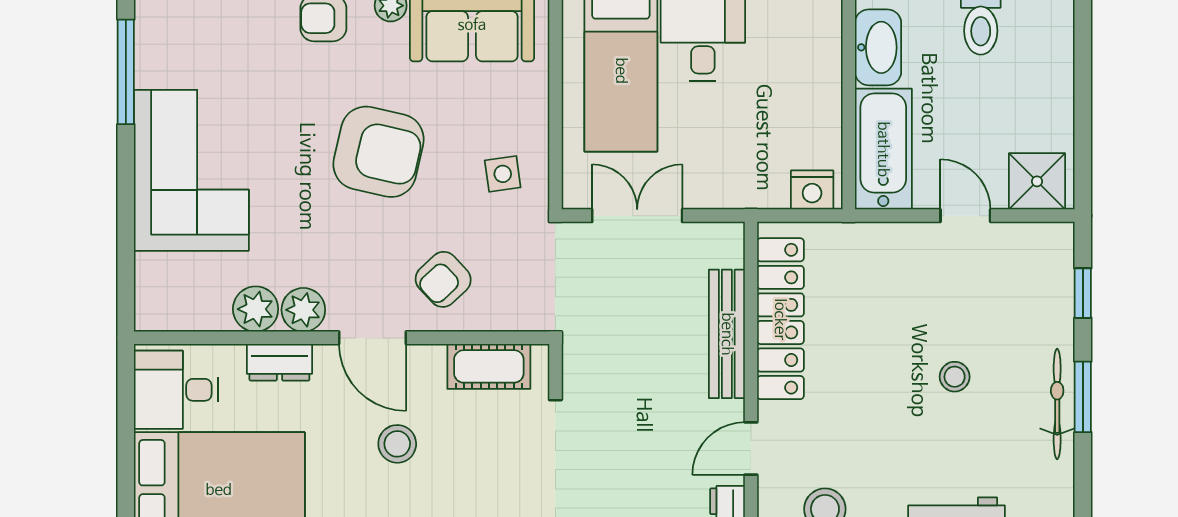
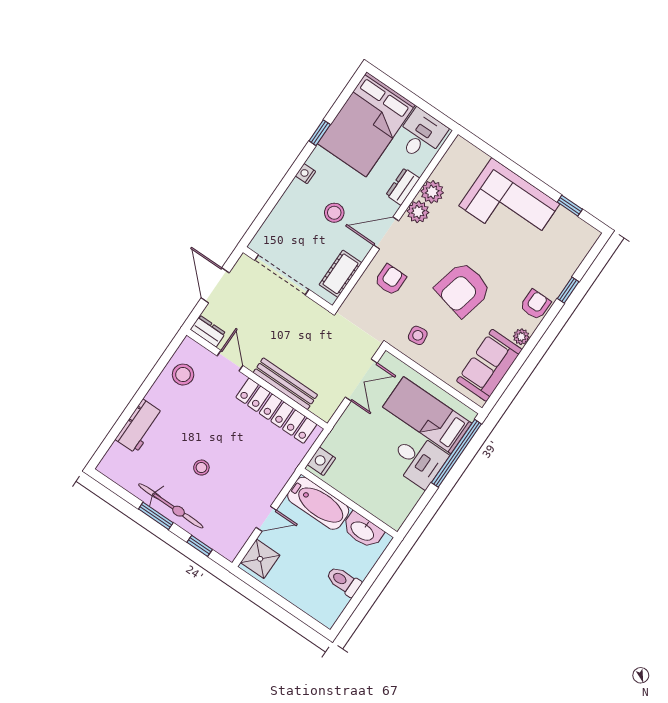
window: (126, 72) -> (570, 206), width x0.46
armchair: (443, 279) -> (390, 280), turned 43
bicycle: (1057, 404) -> (171, 506), width x1.37, depth x1.40

